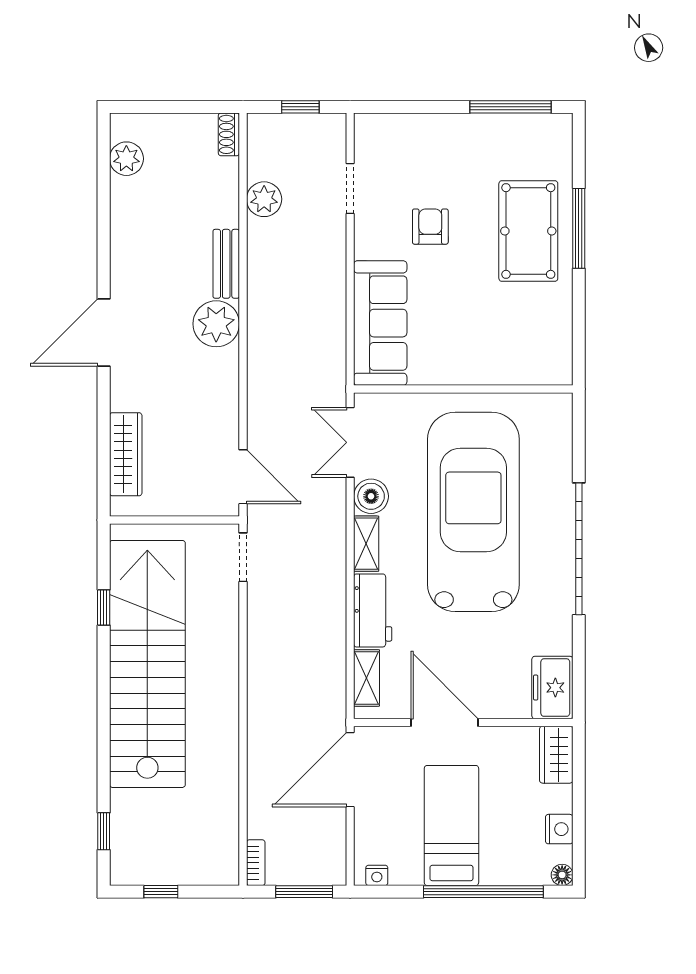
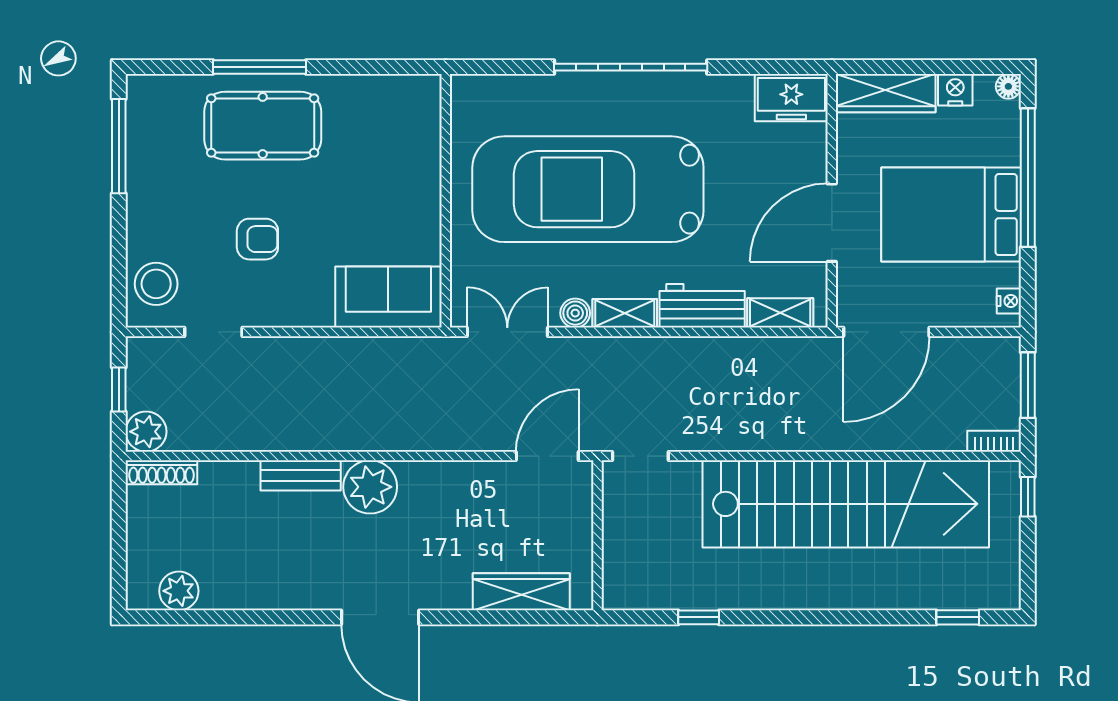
shoe rack: (229, 134) -> (161, 472), width x1.43
stool: (392, 139) -> (156, 284), added
plant: (264, 199) -> (146, 432), moved
armchair: (430, 227) -> (257, 239), turned 180
sofa: (380, 323) -> (388, 297), width x0.73
double door: (350, 442) -> (507, 332), swing flipped
boiler: (371, 496) -> (575, 313), width x0.73, depth x0.73
stairs: (147, 664) -> (846, 504), moved, turned 180
wardrobe: (556, 755) -> (886, 93), width x1.50
door: (350, 770) -> (886, 332), hinge flipped
bed: (451, 825) -> (951, 215), width x1.50
window: (161, 892) -> (1028, 497), moved

